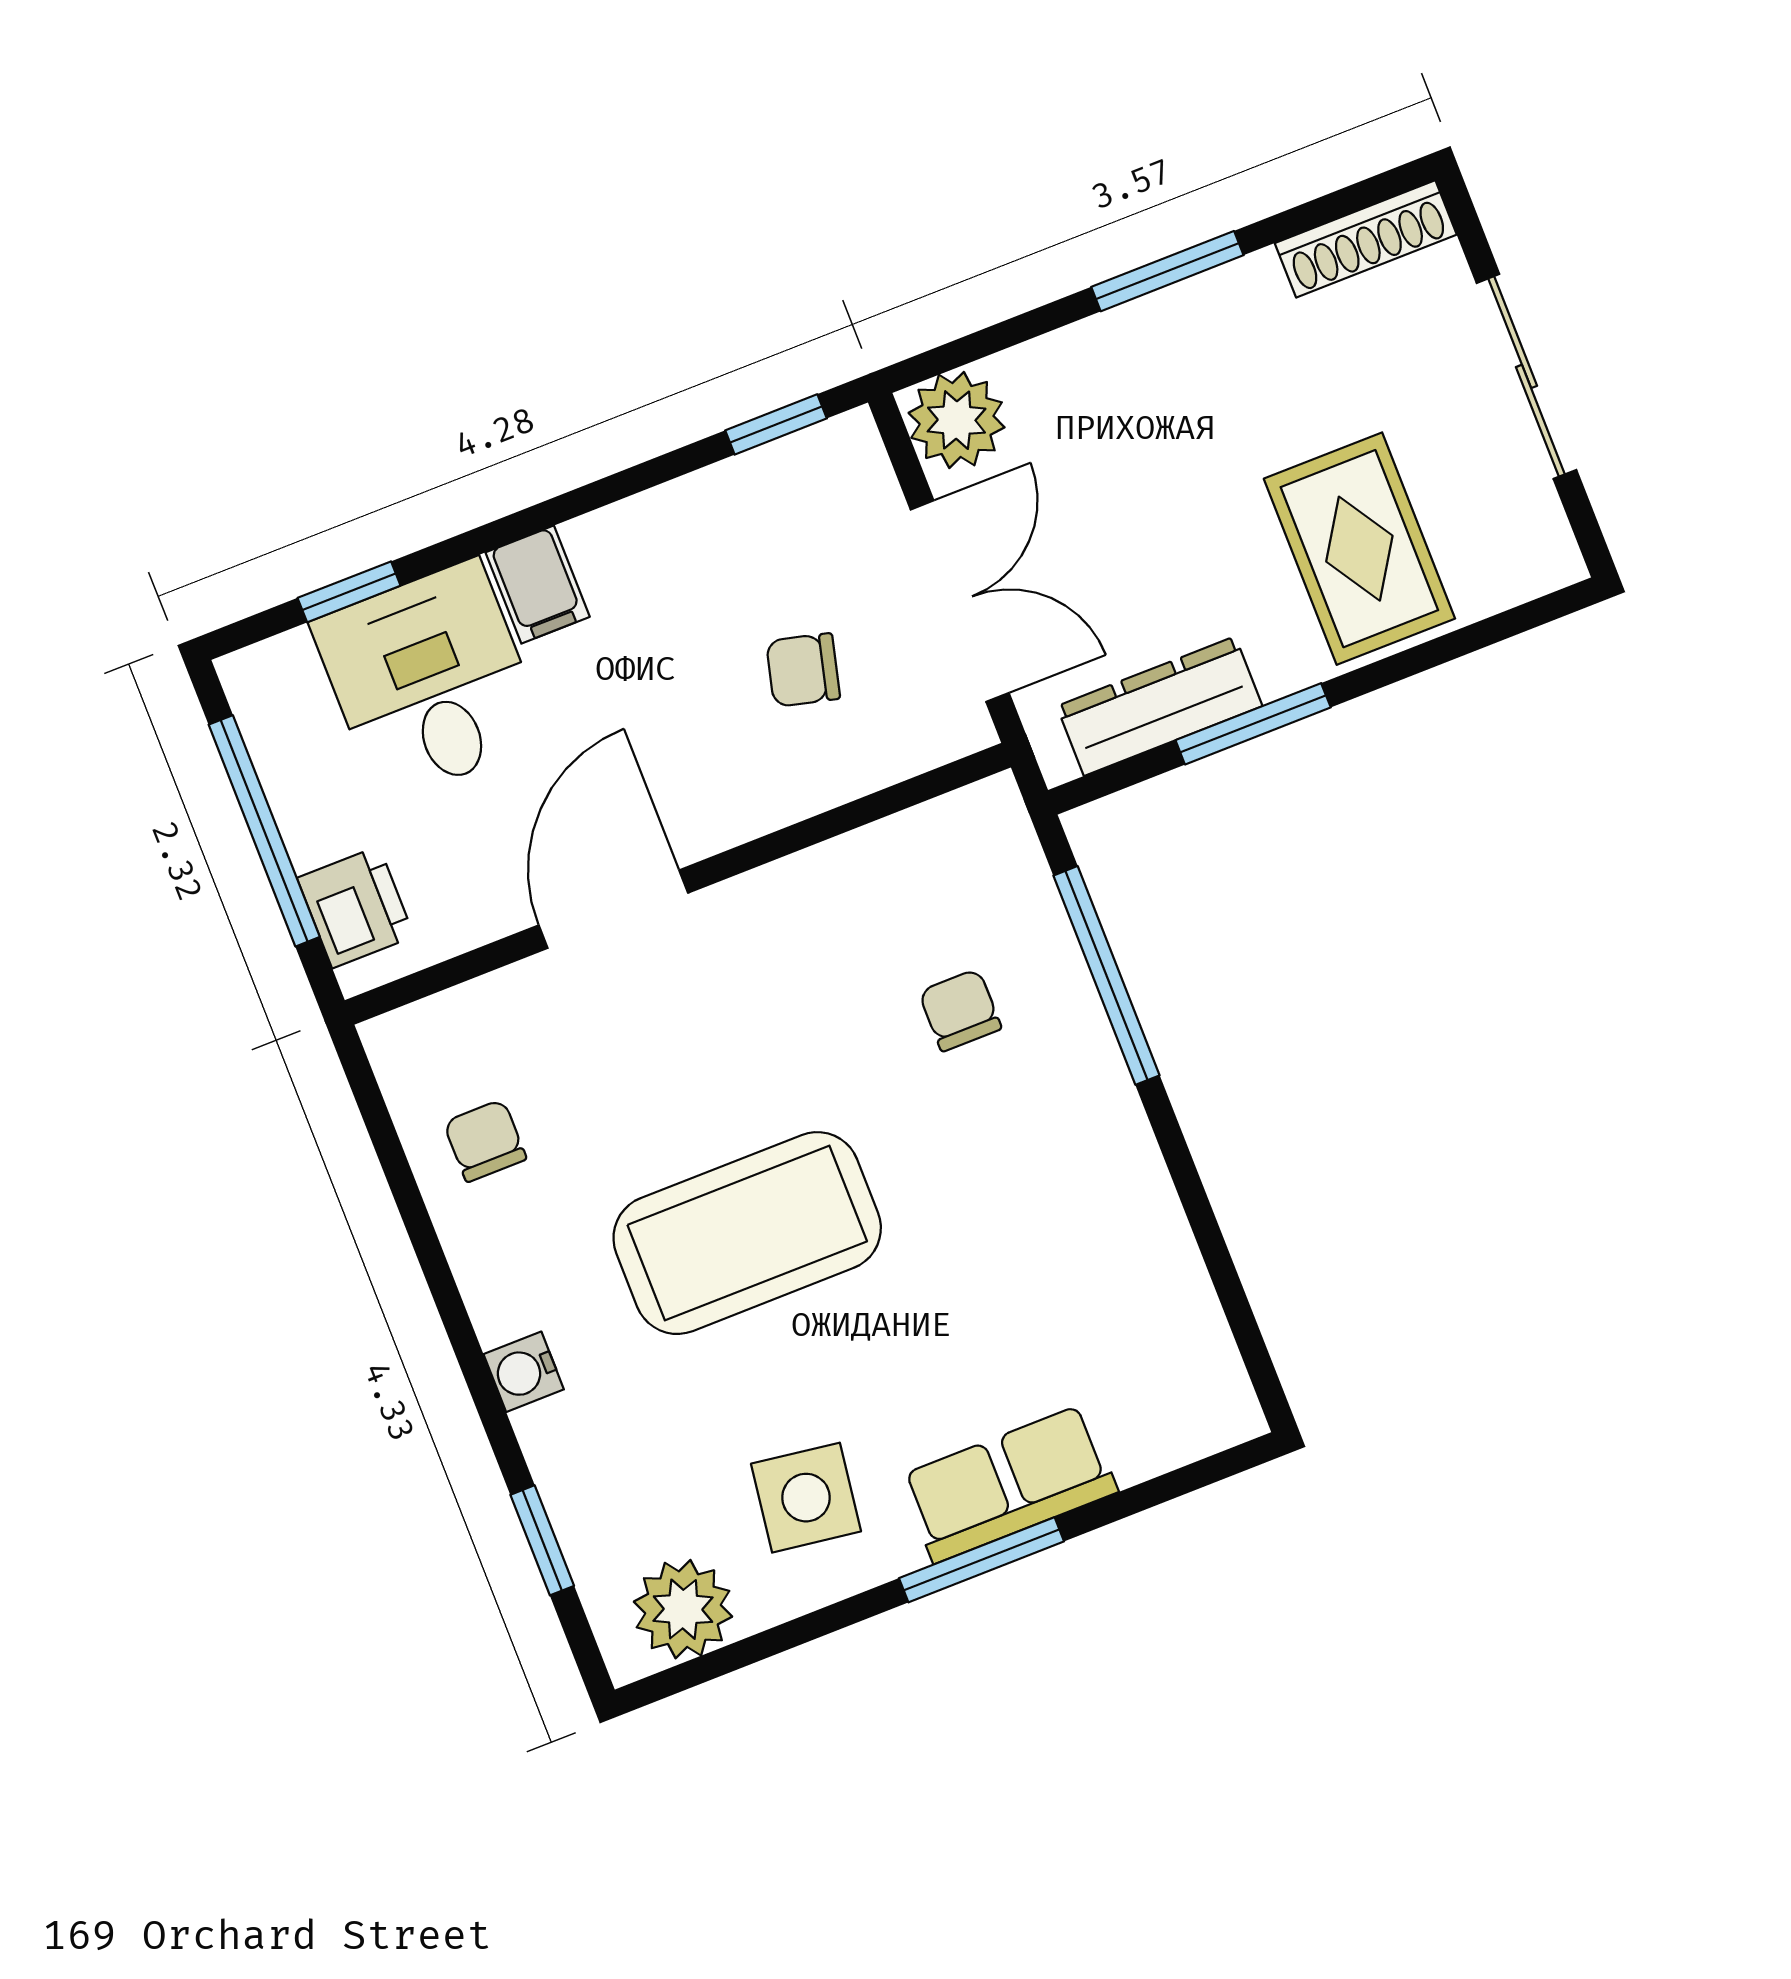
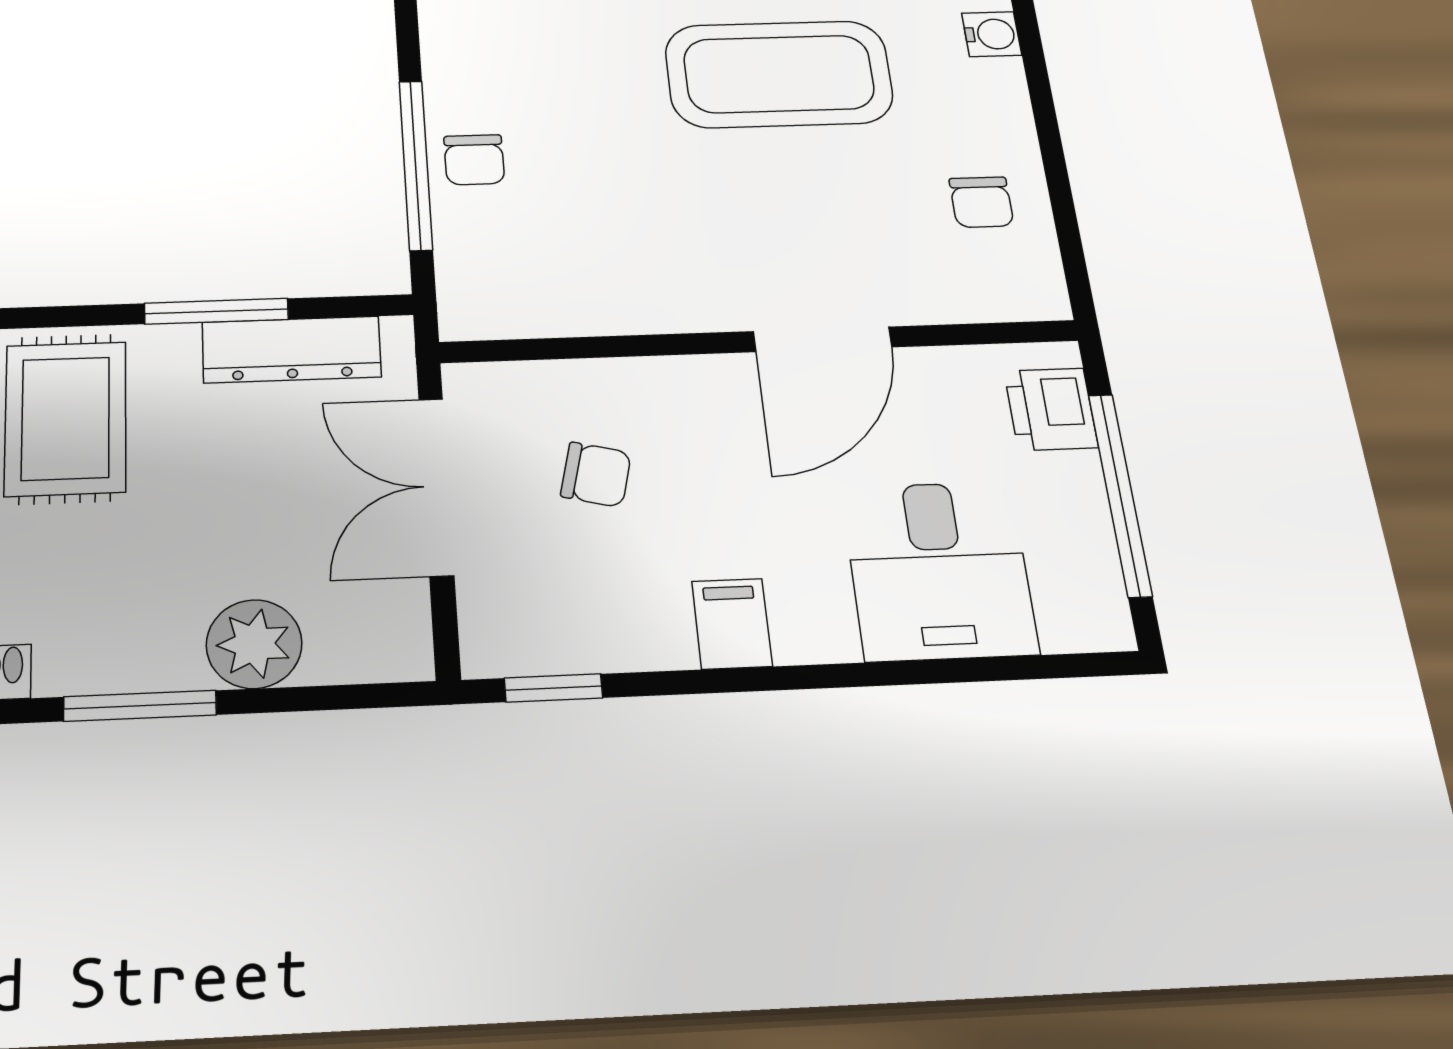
plant: (957, 420) -> (254, 644), moved
filing cabinet: (538, 585) -> (732, 624), moved
window: (349, 592) -> (995, 669), removed
chair: (960, 1010) -> (474, 160), moved

